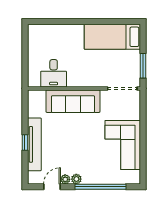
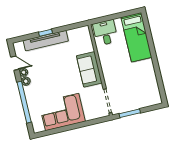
bed: (112, 37) -> (136, 37), moved, turned 180
desk: (54, 73) -> (105, 33), moved, turned 90
sofa: (73, 101) -> (89, 69), width x0.73

